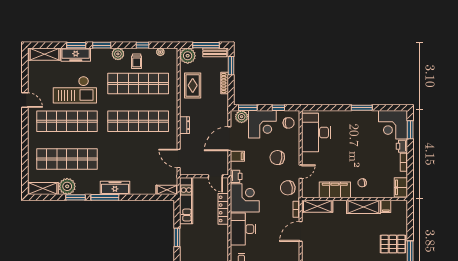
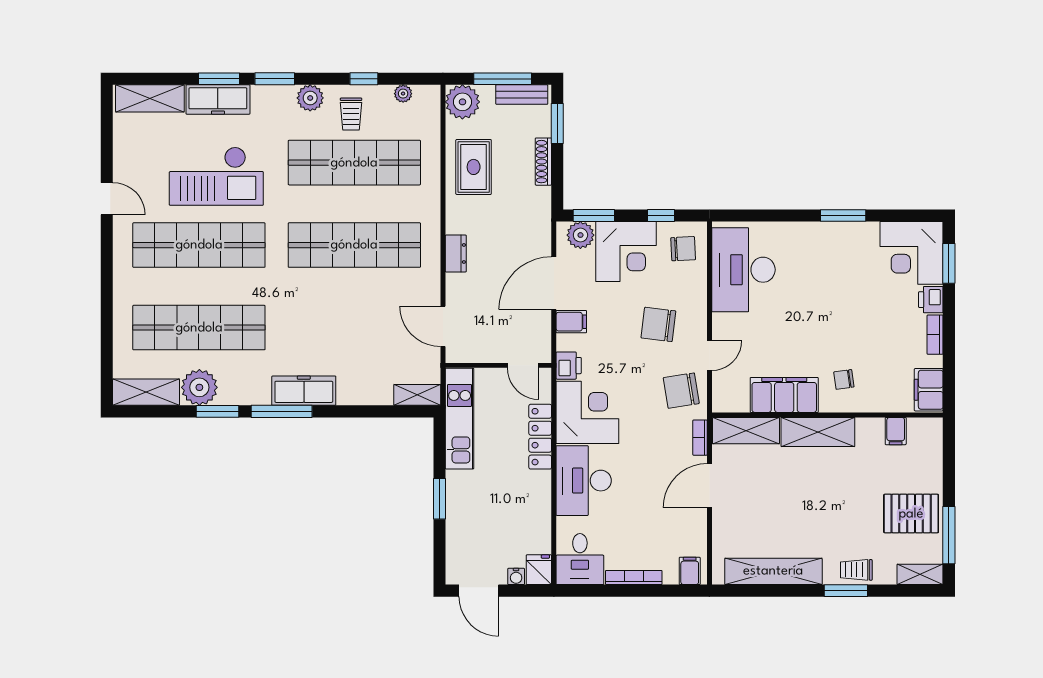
shelving: (363, 207) -> (818, 432), moved

